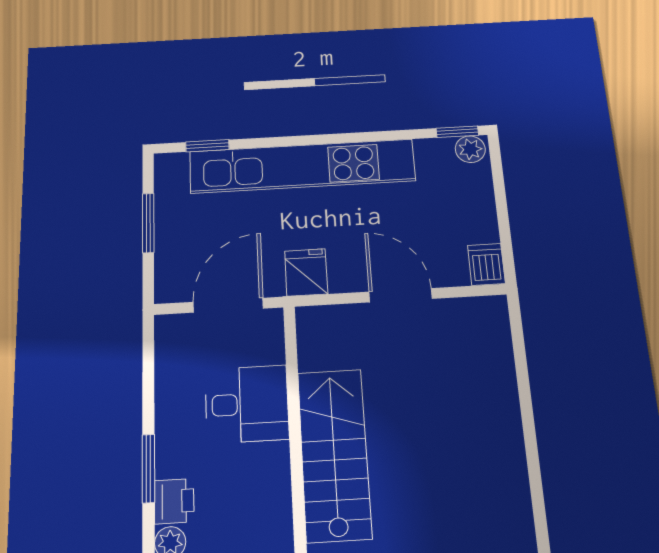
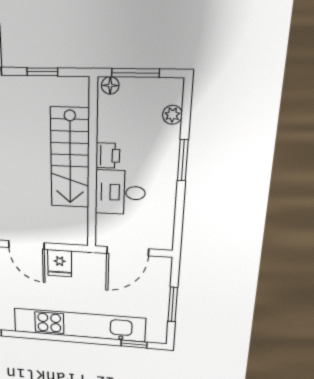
fridge: (306, 272) -> (60, 263), moved
printer: (174, 501) -> (108, 156), moved, turned 180

